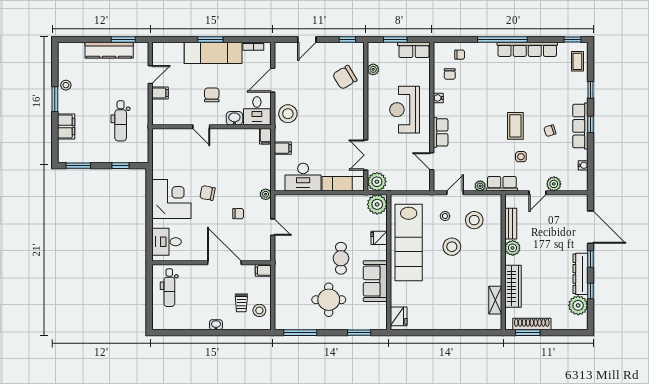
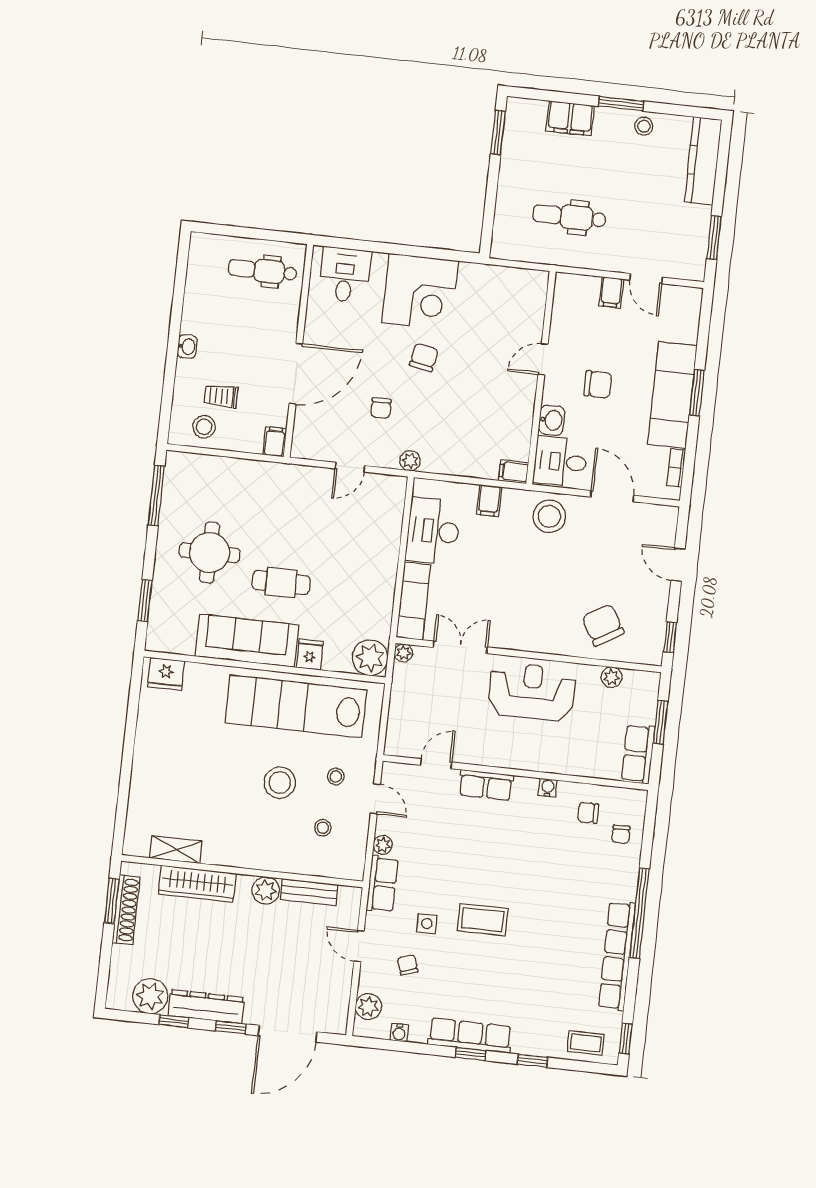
kitchen counter: (109, 50) -> (703, 161), moved
reception desk: (405, 110) -> (532, 692), moved
chair: (550, 131) -> (408, 965), moved
window: (121, 166) -> (490, 208), removed
plant: (377, 182) -> (403, 653), width x0.53, depth x0.53
plant: (554, 184) -> (368, 1007), moved
stool: (474, 220) -> (323, 828), width x0.53, depth x0.53
sofa: (375, 281) -> (247, 641), width x1.36

